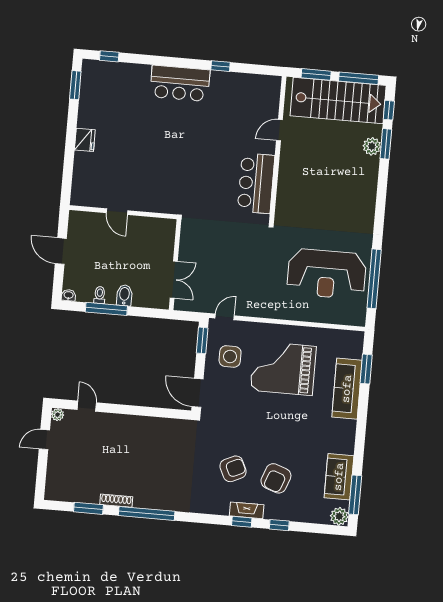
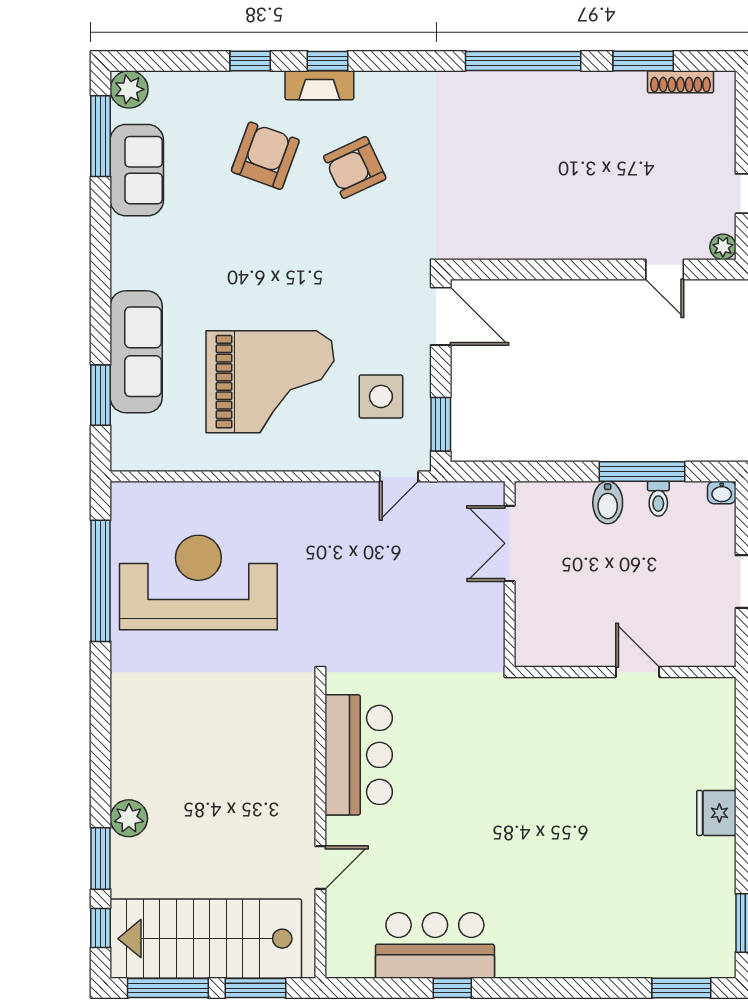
window: (109, 56) -> (681, 988), width x1.50
bar counter: (180, 83) -> (435, 945), moved
plant: (372, 146) -> (129, 818), moved
shoe rack: (116, 501) -> (680, 82), moved

